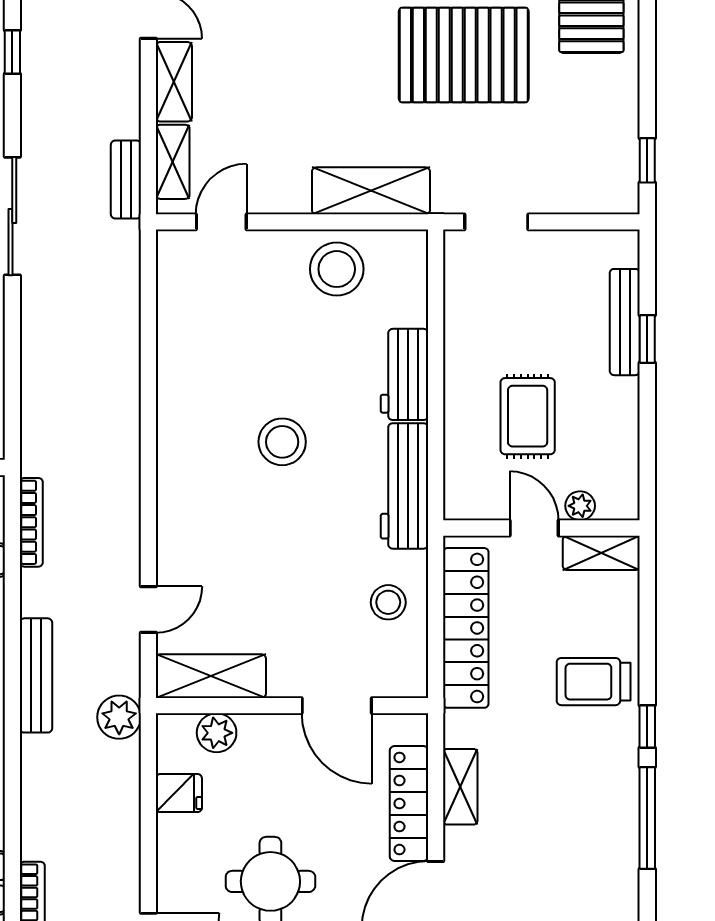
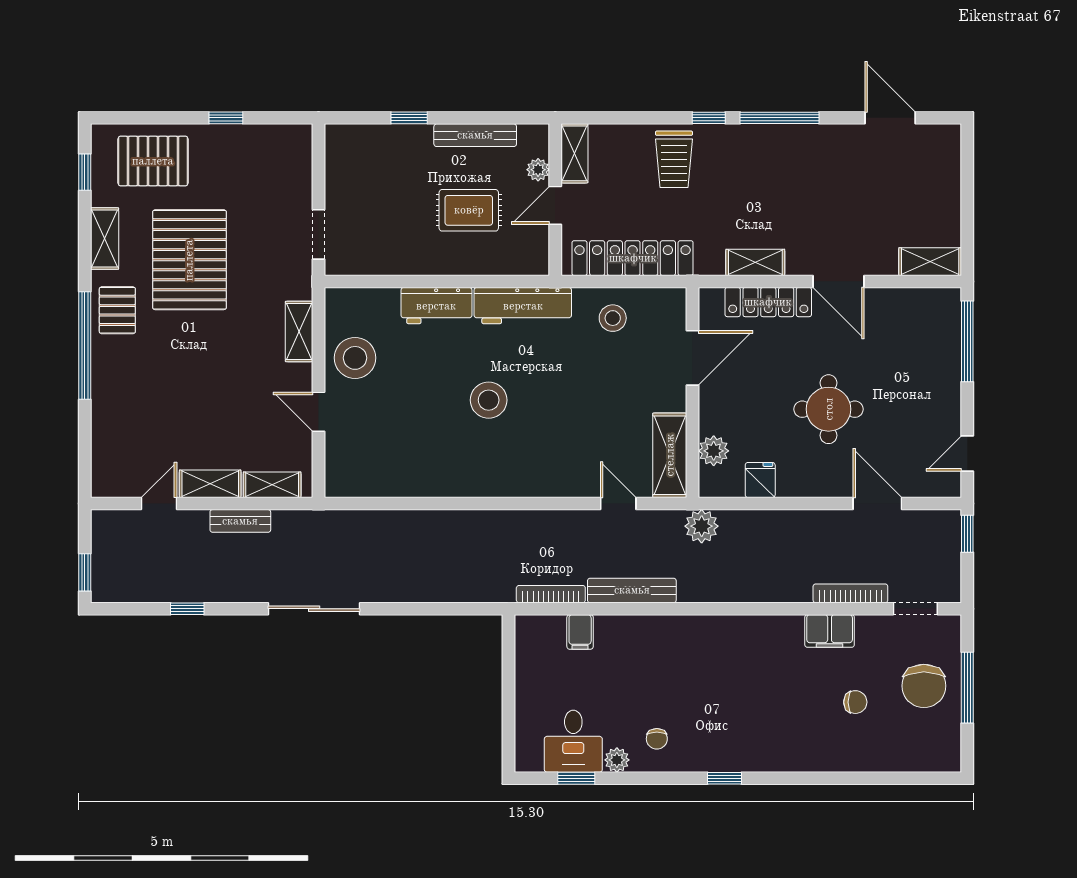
window: (647, 160) -> (226, 118), moved
bench: (126, 180) -> (240, 521), moved
shelving: (371, 191) -> (299, 331), width x0.67, depth x0.75
door: (221, 222) -> (319, 412), moved
bench: (625, 322) -> (475, 135), moved
bench: (36, 675) -> (632, 590), moved

